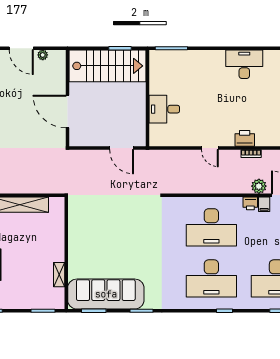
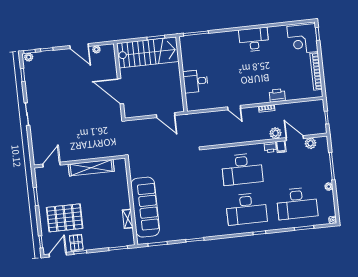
printer: (245, 138) -> (277, 95), moved
sofa: (106, 294) -> (145, 207), moved, turned 90

